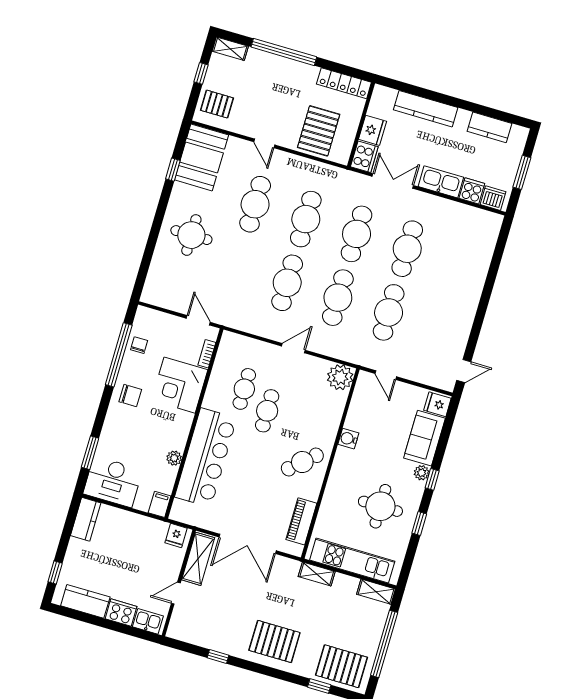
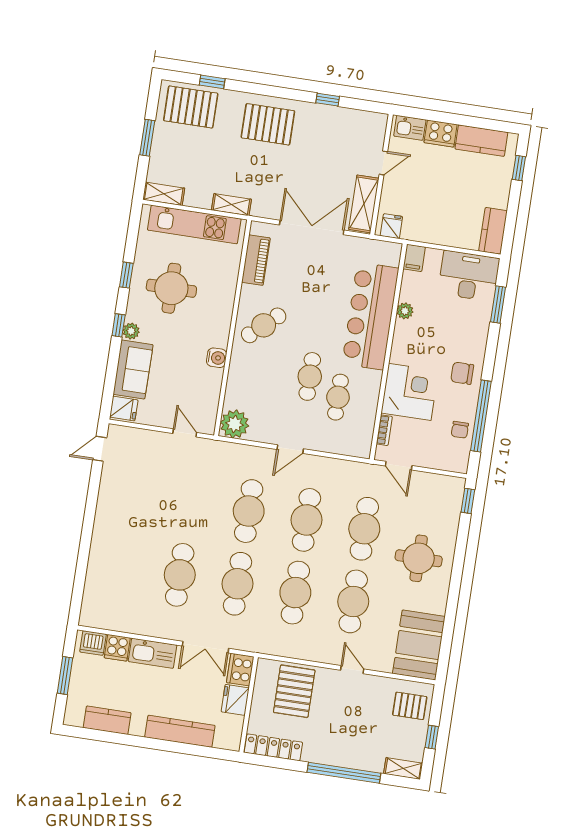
window: (173, 170) -> (468, 501), moved
cafe table: (389, 312) -> (364, 529), moved
window: (384, 644) -> (147, 138), width x0.47

